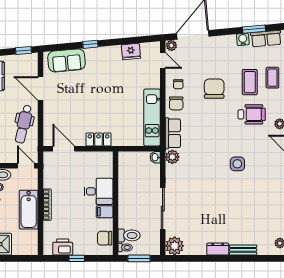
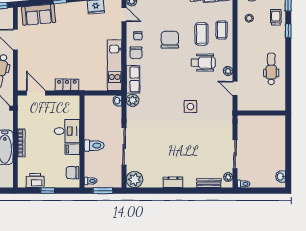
toilet: (129, 235) -> (94, 146), moved
bench: (243, 250) -> (209, 183), moved

